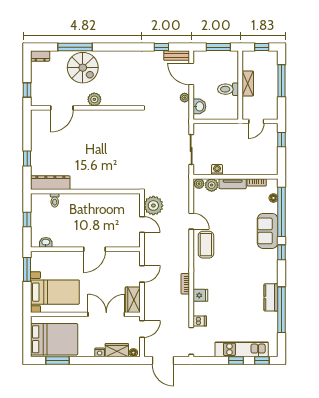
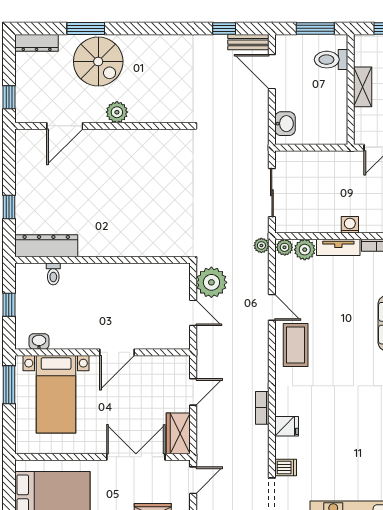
window: (75, 47) -> (86, 28), width x0.69
dresser: (40, 56) -> (37, 43), width x1.44
toilet: (228, 89) -> (331, 60), moved
plant: (185, 98) -> (261, 245), moved
washing machine: (217, 170) -> (350, 225), moved
bed with nightstands: (55, 292) -> (56, 394), moved, turned 90

